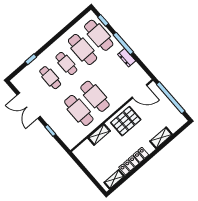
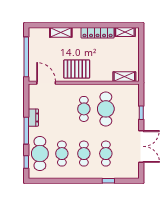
cafe table: (83, 49) -> (62, 154), width x0.73, depth x0.74
cafe table: (95, 96) -> (84, 109), width x0.73, depth x0.74
shelving: (99, 134) -> (124, 77), moved

